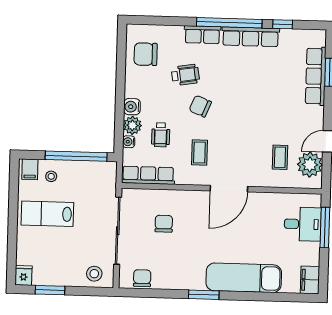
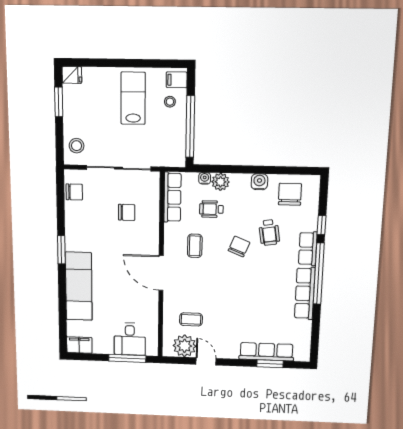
window: (283, 24) -> (322, 225), moved
water cooler: (132, 107) -> (259, 182), moved
coffee table: (199, 152) -> (195, 246), turned 90

